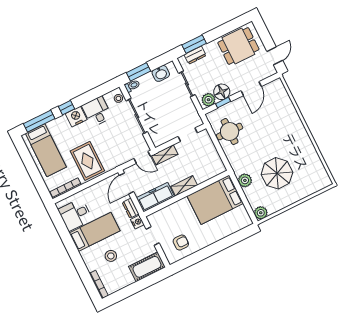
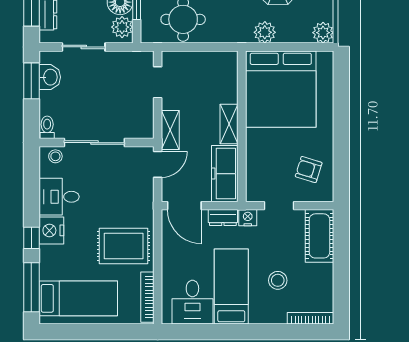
window: (139, 72) -> (31, 81), moved
bed: (215, 200) -> (281, 89), width x1.36
armchair: (181, 243) -> (309, 170), turned -73

